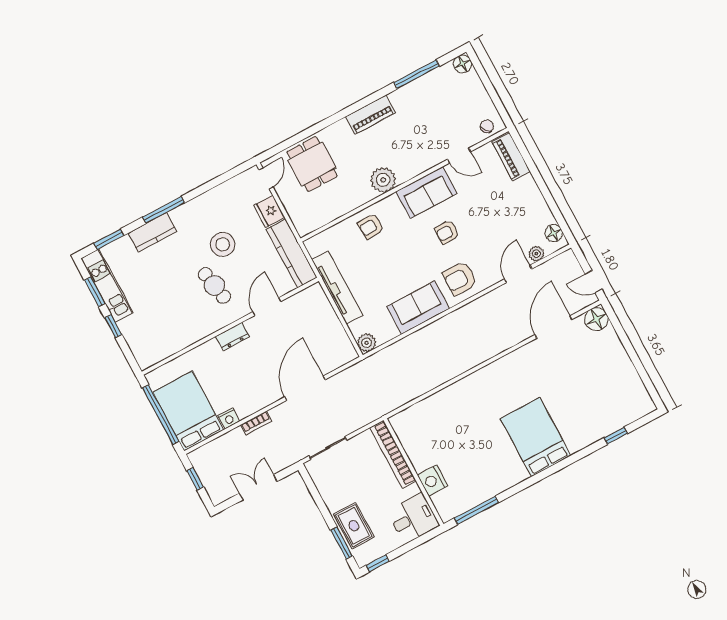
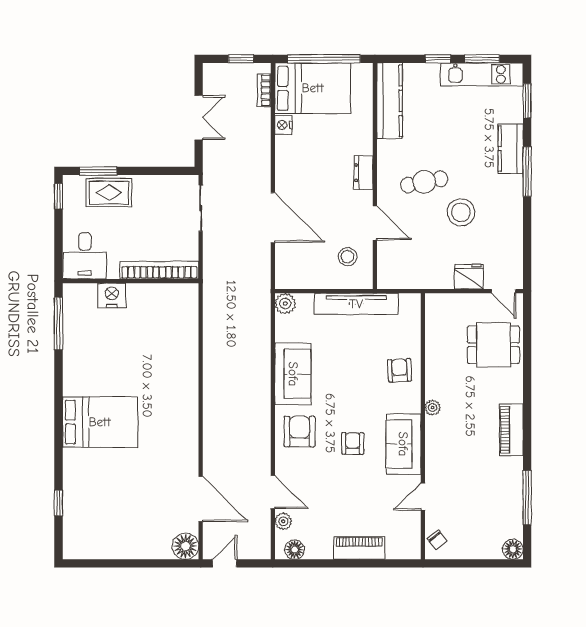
piano: (511, 156) -> (359, 548), moved
plant: (383, 180) -> (433, 408), width x0.53, depth x0.53
kitchen counter: (292, 253) -> (390, 101), moved, turned 90
stool: (304, 314) -> (347, 257), added
bookcase: (256, 423) -> (264, 90), moved

